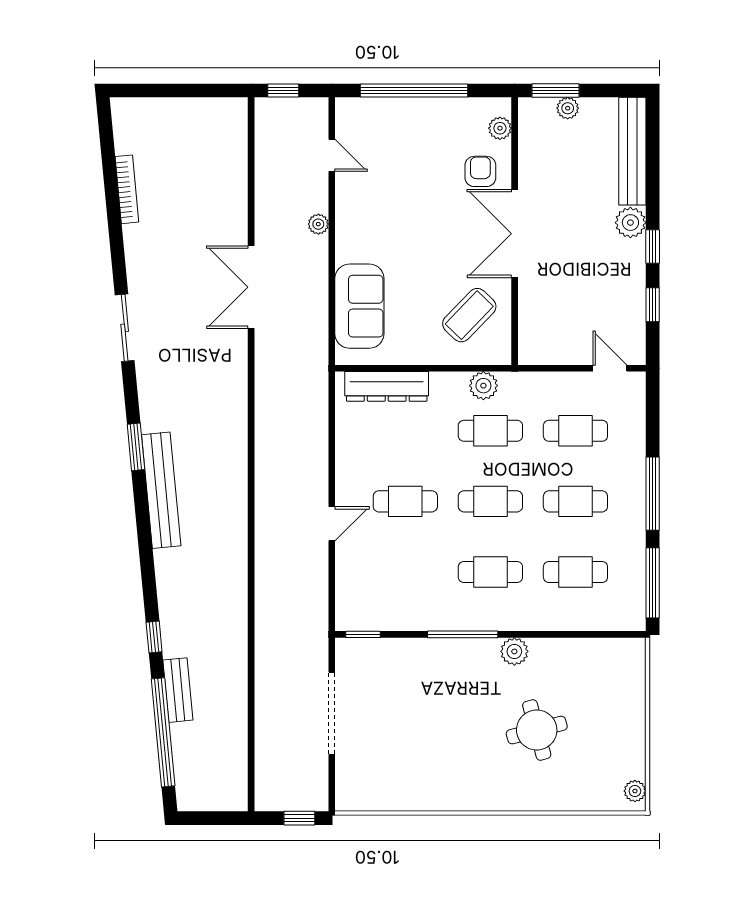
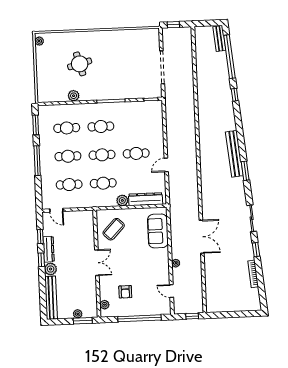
armchair: (480, 171) -> (125, 292), moved
double door: (515, 234) -> (97, 263), width x0.73
window: (117, 249) -> (256, 250), added
dresser: (633, 272) -> (49, 249), added
plant: (483, 386) -> (122, 200), moved
door: (332, 524) -> (166, 165), moved
window: (653, 583) -> (36, 125), width x0.69
plant: (514, 651) -> (74, 96), moved
bench: (178, 690) -> (219, 39), moved

